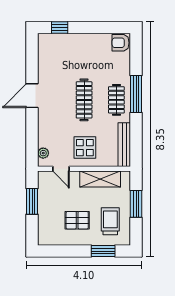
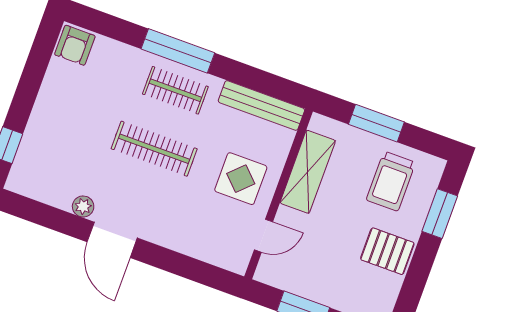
plant: (43, 153) -> (83, 206), moved
pallet: (77, 220) -> (387, 251), moved, turned 90
trolley: (110, 221) -> (391, 181), turned -90

